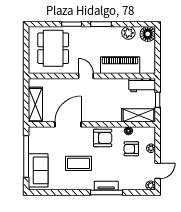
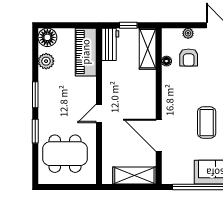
piano: (120, 65) -> (86, 52), moved
armchair: (103, 138) -> (175, 93), removed

